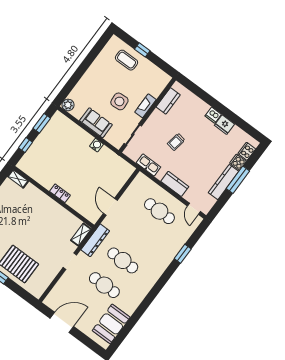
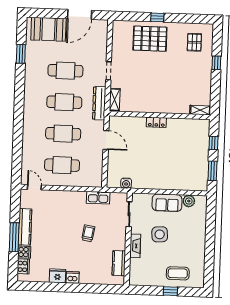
plant: (68, 105) -> (189, 201), moved
water cooler: (96, 145) -> (126, 183), moved
kitchen counter: (175, 184) -> (65, 197), removed
cafe table: (141, 236) -> (63, 134), added
window: (183, 254) -> (21, 54), moved
booth: (111, 324) -> (48, 29), moved, turned 90

